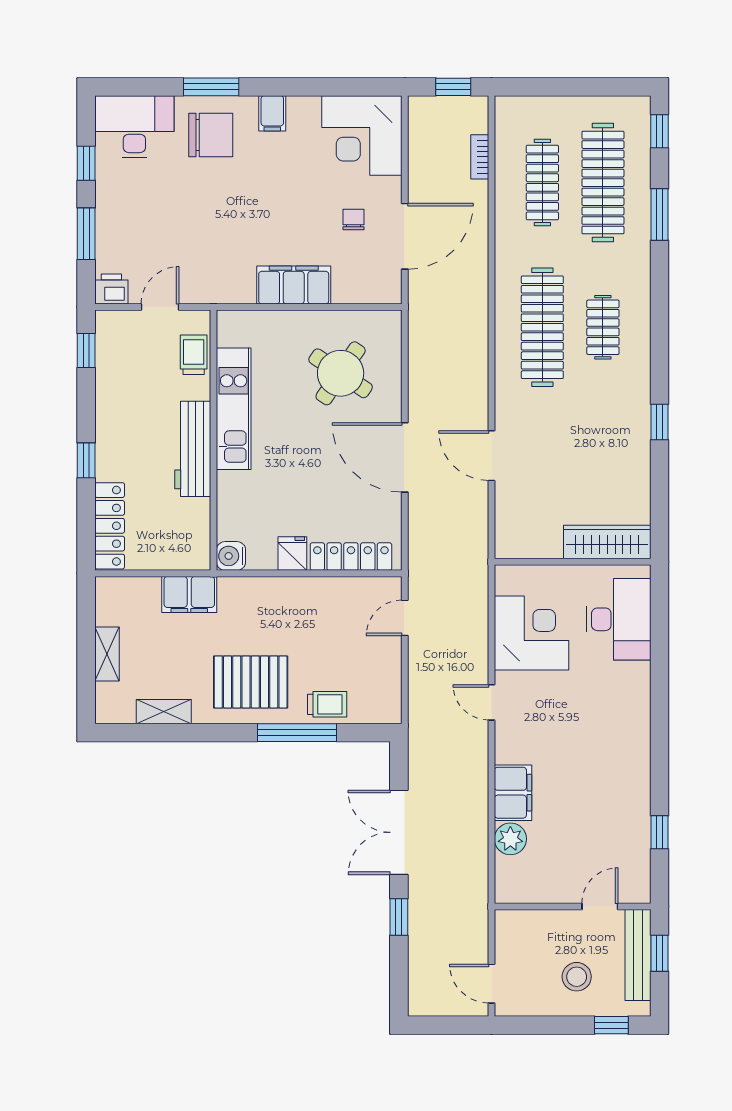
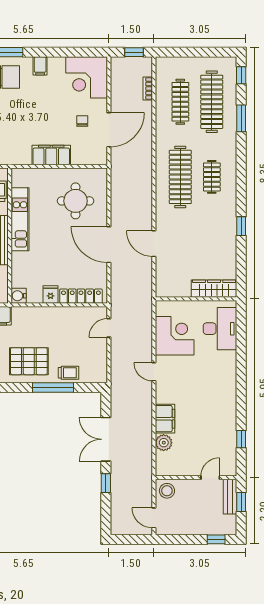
round table: (341, 373) -> (76, 201), turned -34
bench: (638, 955) -> (230, 497), width x0.73
stool: (577, 977) -> (167, 491), moved

